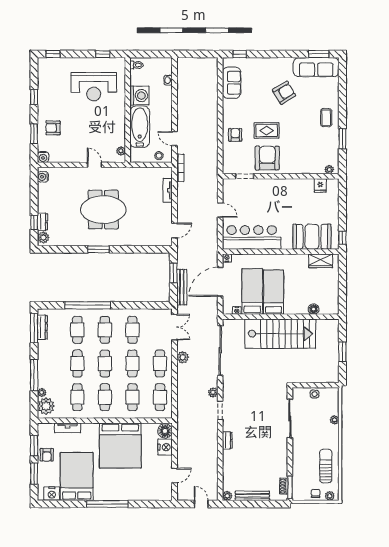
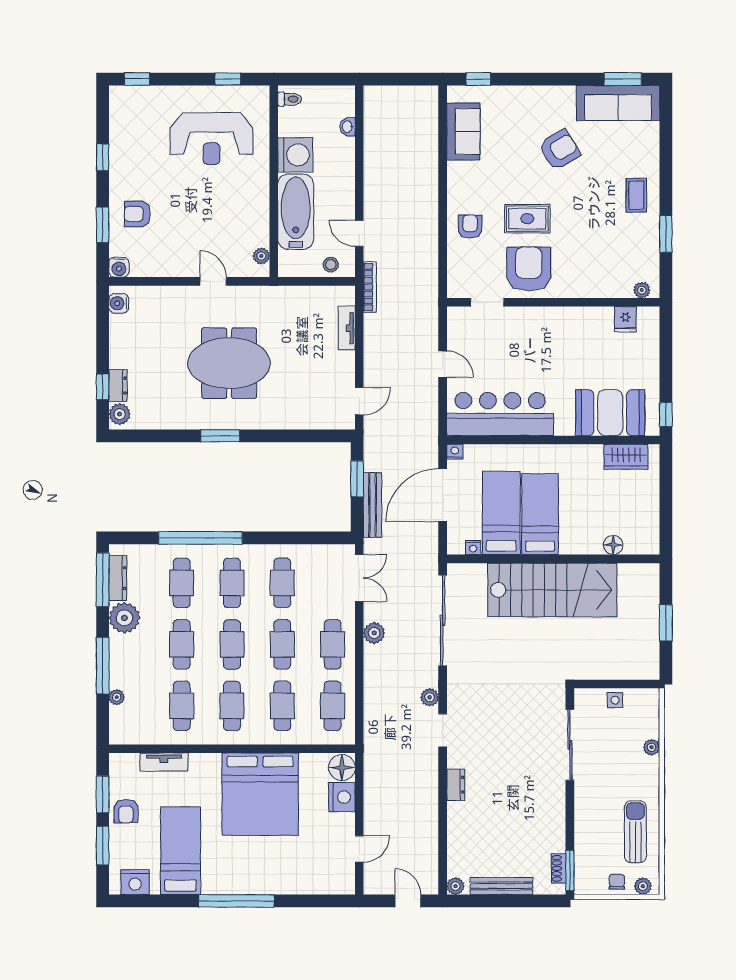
plant: (46, 406) -> (124, 618), moved
bed: (77, 476) -> (180, 851), width x0.67

